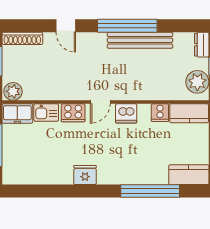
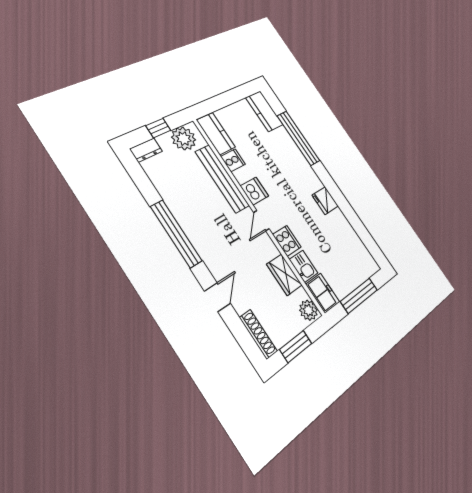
bench: (140, 40) -> (222, 179), moved
wardrobe: (50, 91) -> (284, 275), added
door: (100, 102) -> (261, 221), swing flipped

